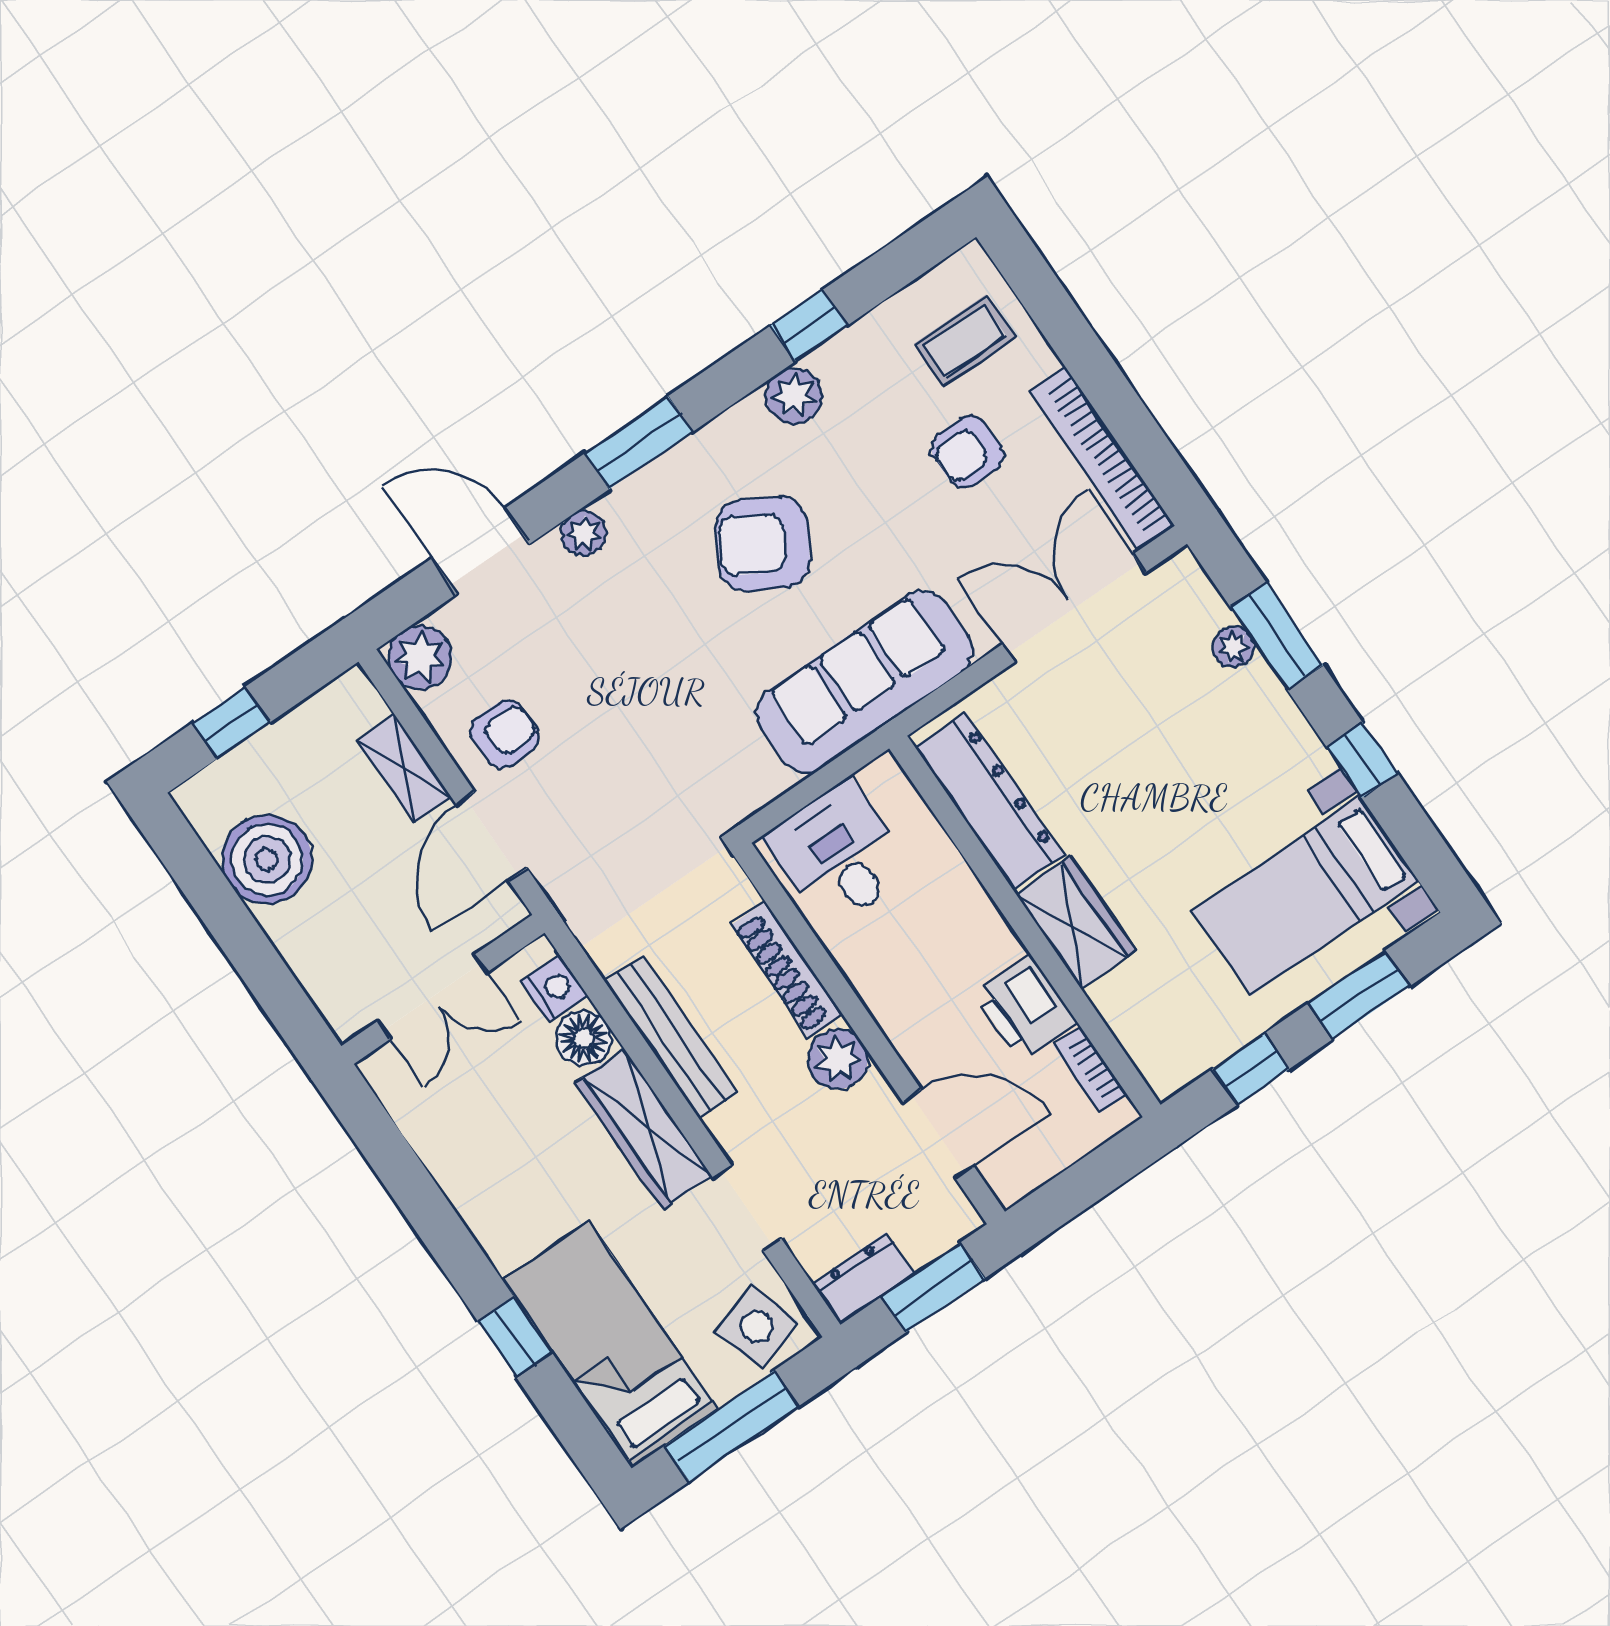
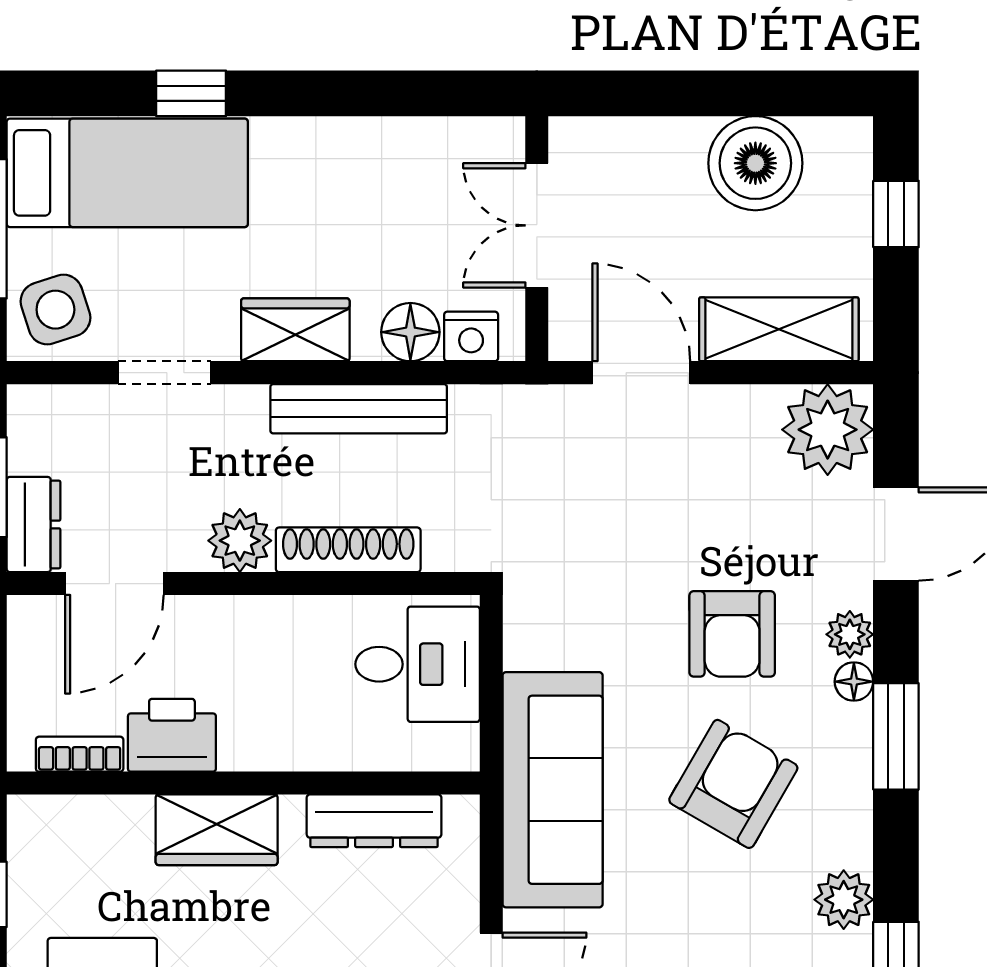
floor lamp: (618, 505) -> (854, 682), added
plant: (420, 657) -> (828, 430), width x1.36, depth x1.36
armchair: (505, 734) -> (732, 634), moved, width x1.38, depth x1.38
shelving: (404, 769) -> (779, 329), width x1.50, depth x1.33
dresser: (989, 801) -> (374, 821), width x0.73, depth x0.80
wardrobe: (643, 1129) -> (295, 330), width x0.67
dresser: (863, 1279) -> (34, 525), moved

